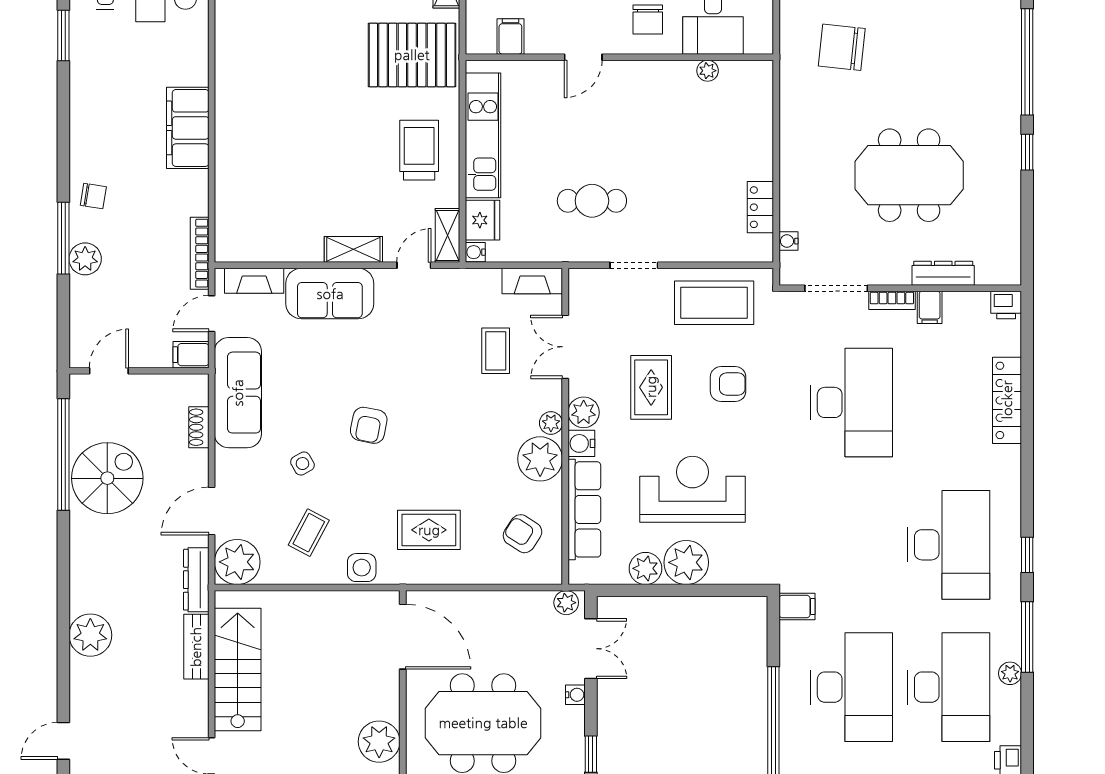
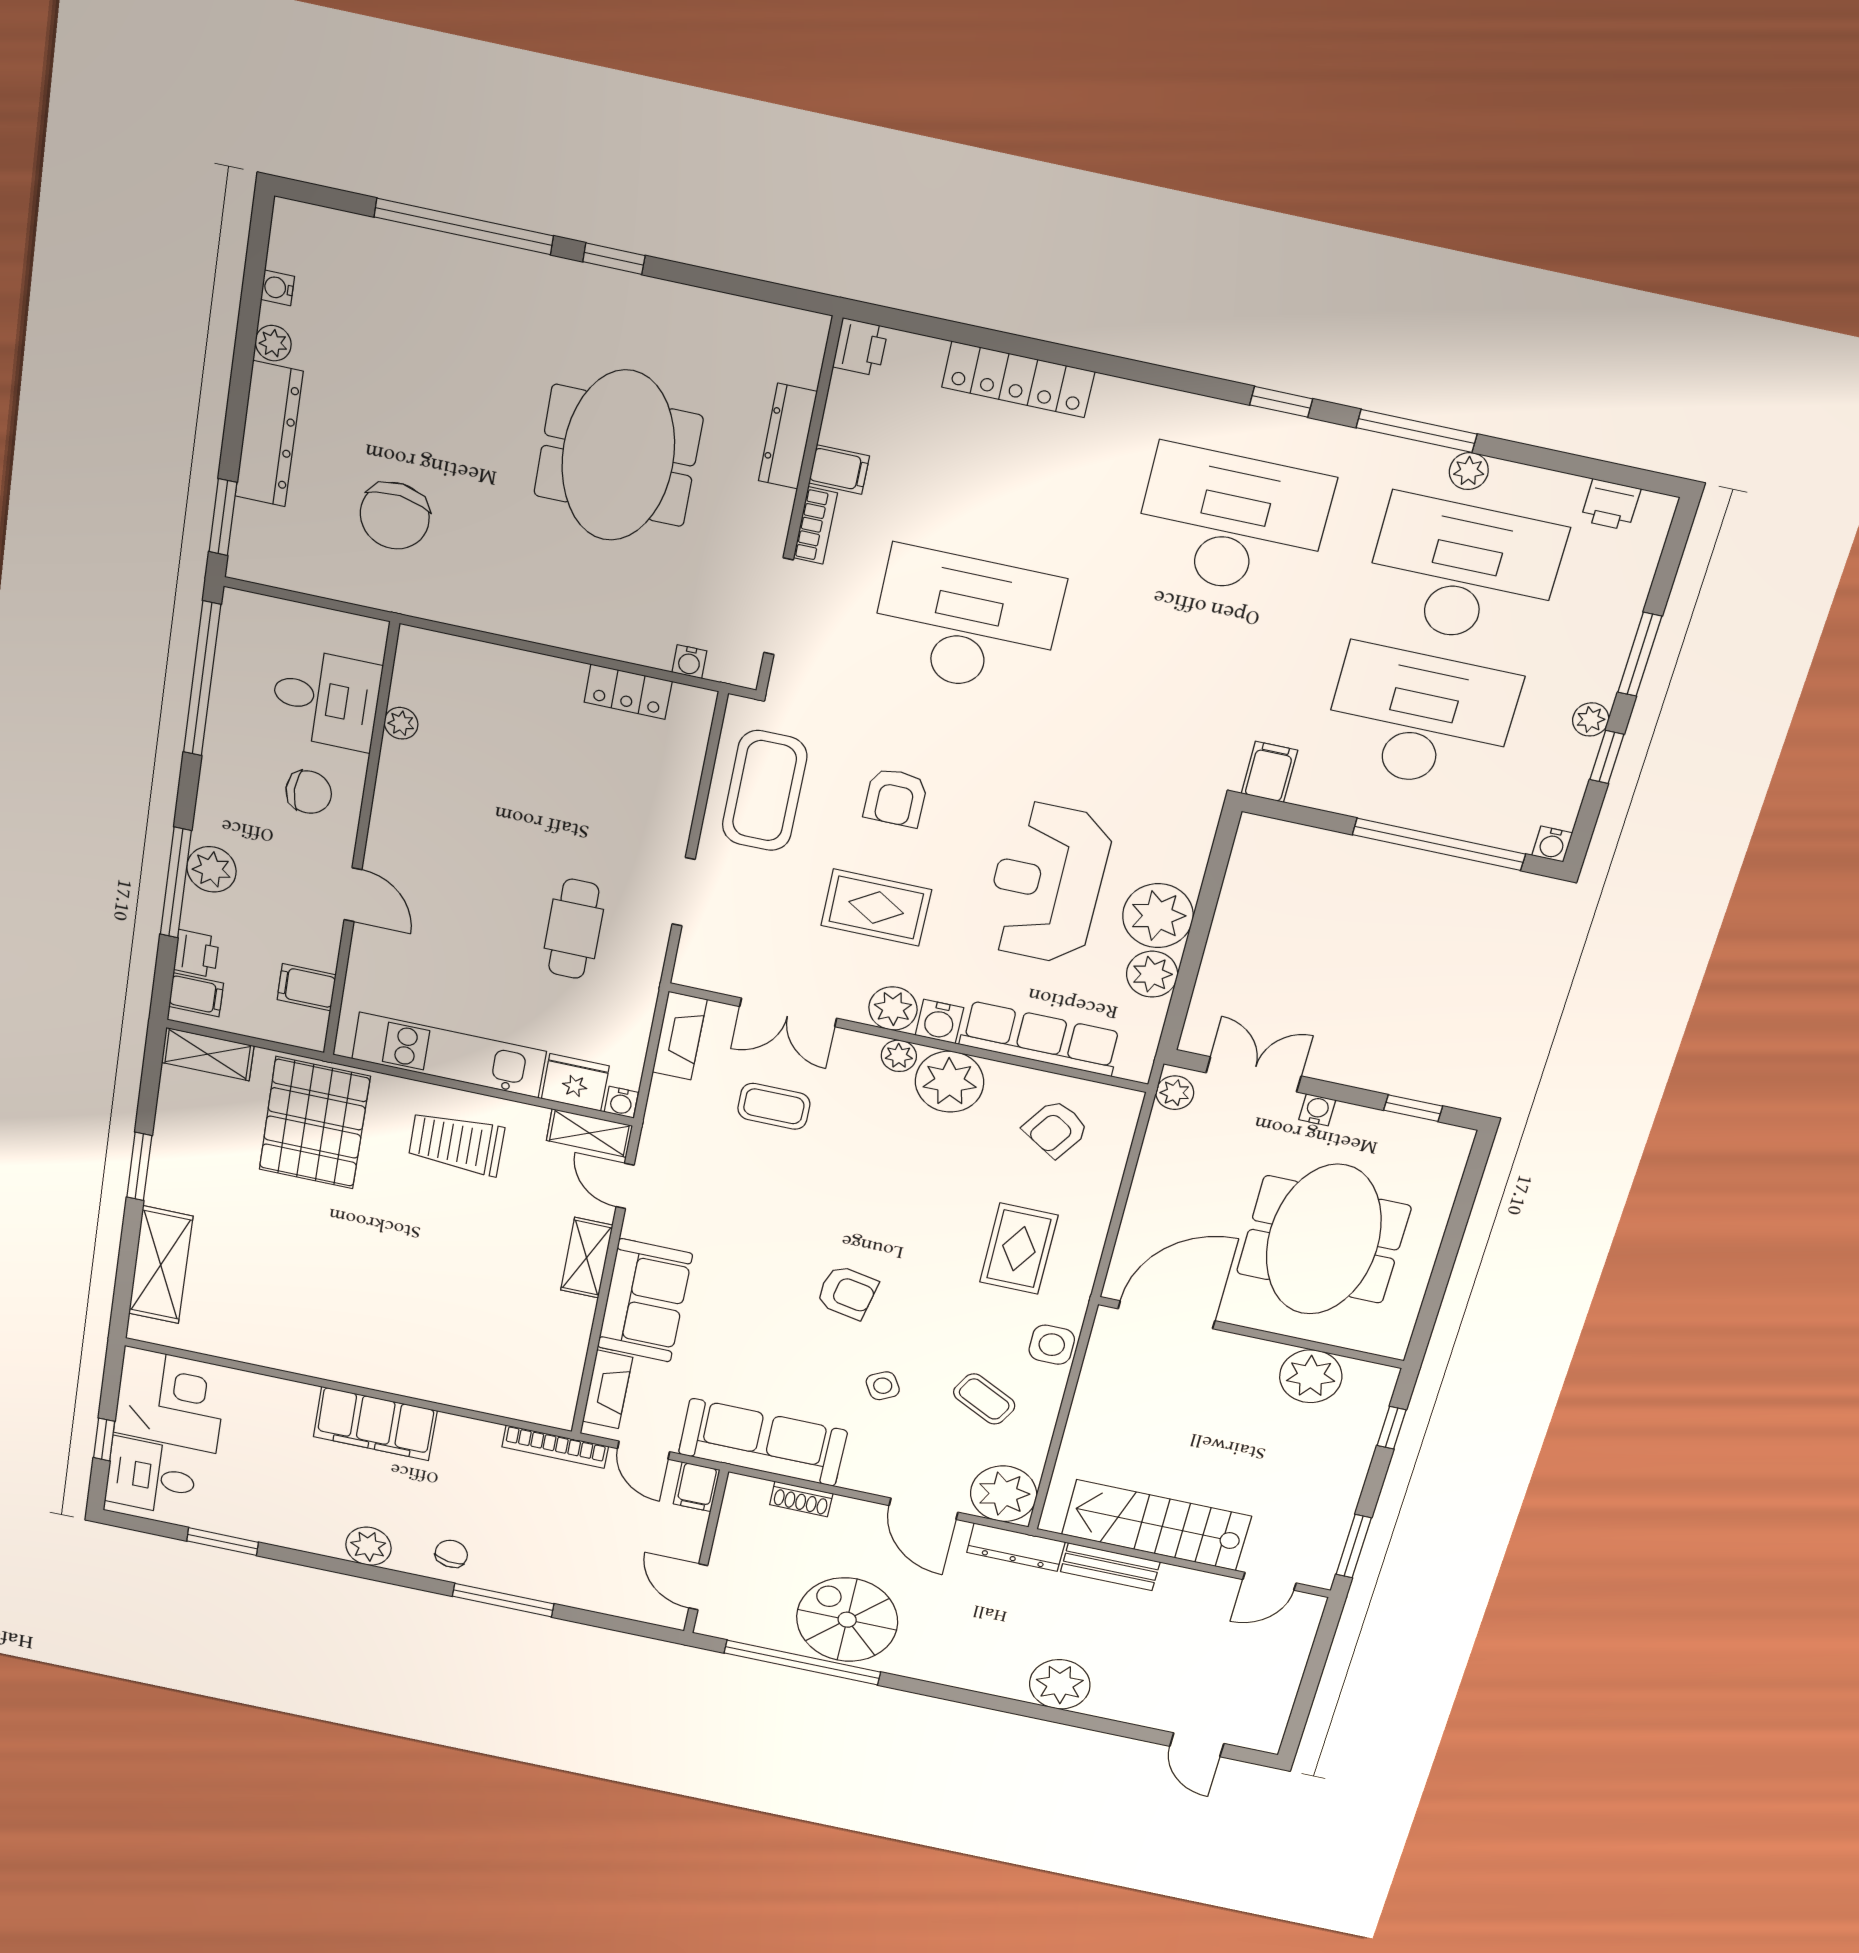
plant: (85, 259) -> (368, 1546), moved
armchair: (728, 384) -> (896, 798), turned 180

